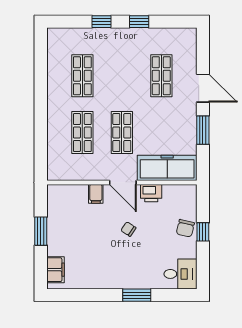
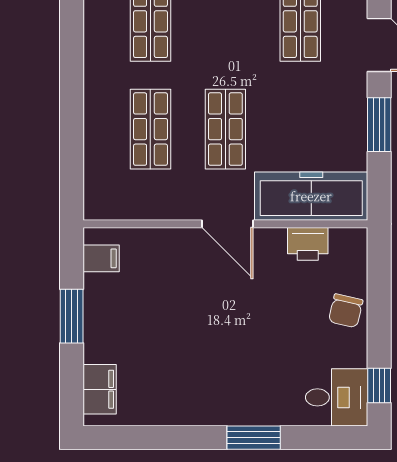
printer: (151, 193) -> (308, 244), moved
filing cabinet: (96, 194) -> (101, 258), moved, turned -90
chair: (128, 229) -> (238, 312), removed
window: (203, 232) -> (379, 386), moved

